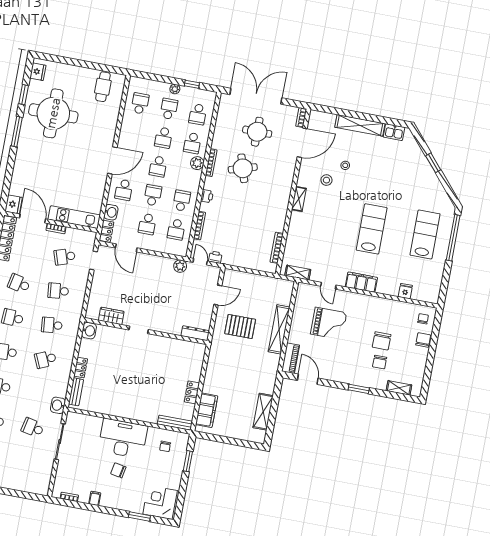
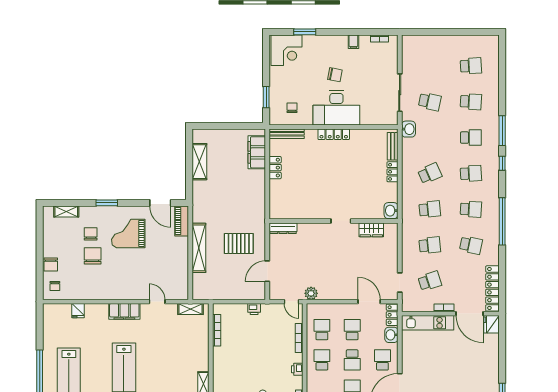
school desk: (182, 201) -> (322, 360), turned 180
printer: (215, 257) -> (254, 309), moved
grand piano: (329, 323) -> (128, 234), moved
locker: (130, 414) -> (334, 134), added

